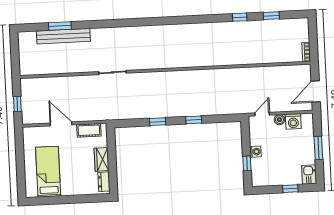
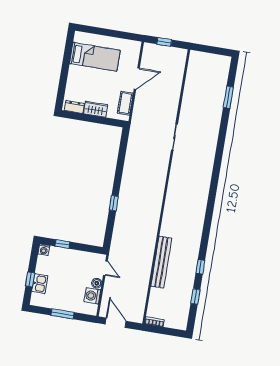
bench: (63, 36) -> (161, 262), moved
window: (158, 122) -> (119, 169), removed
washing machine: (255, 152) -> (44, 250), moved
kitchen sink: (309, 174) -> (40, 284), moved, turned 90

